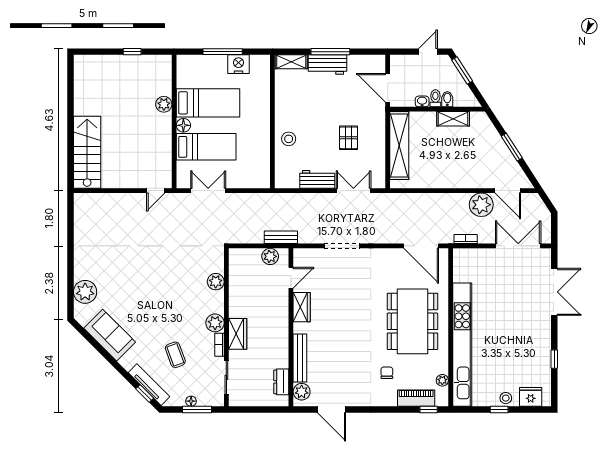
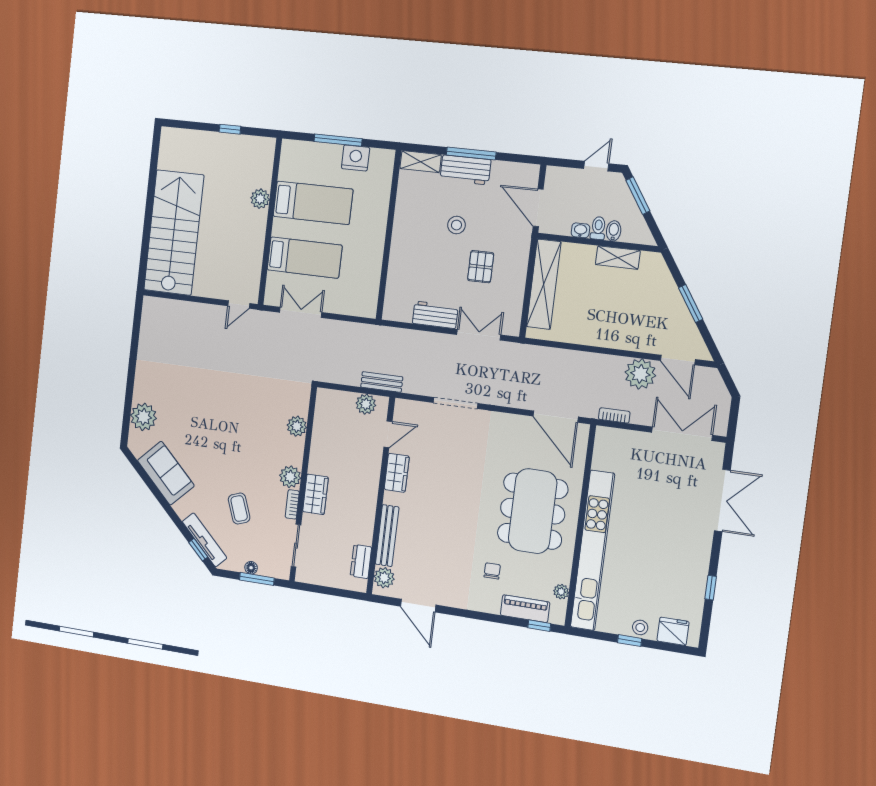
floor lamp: (183, 125) -> (280, 228), removed
stool: (289, 139) -> (456, 225), moved
stairs: (87, 152) -> (174, 233), width x1.36, depth x1.51

